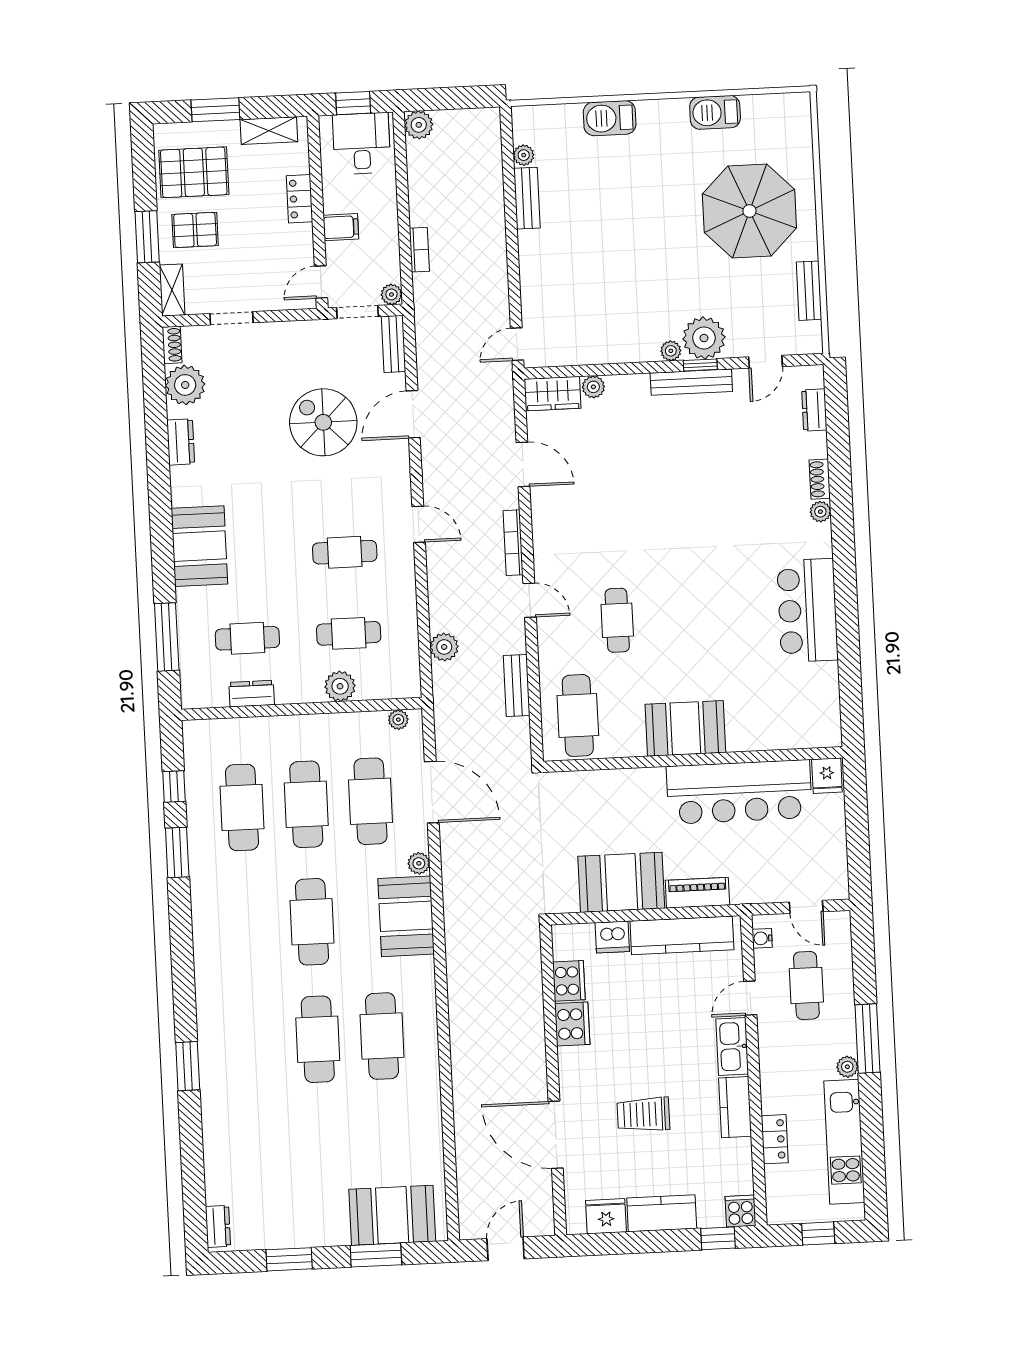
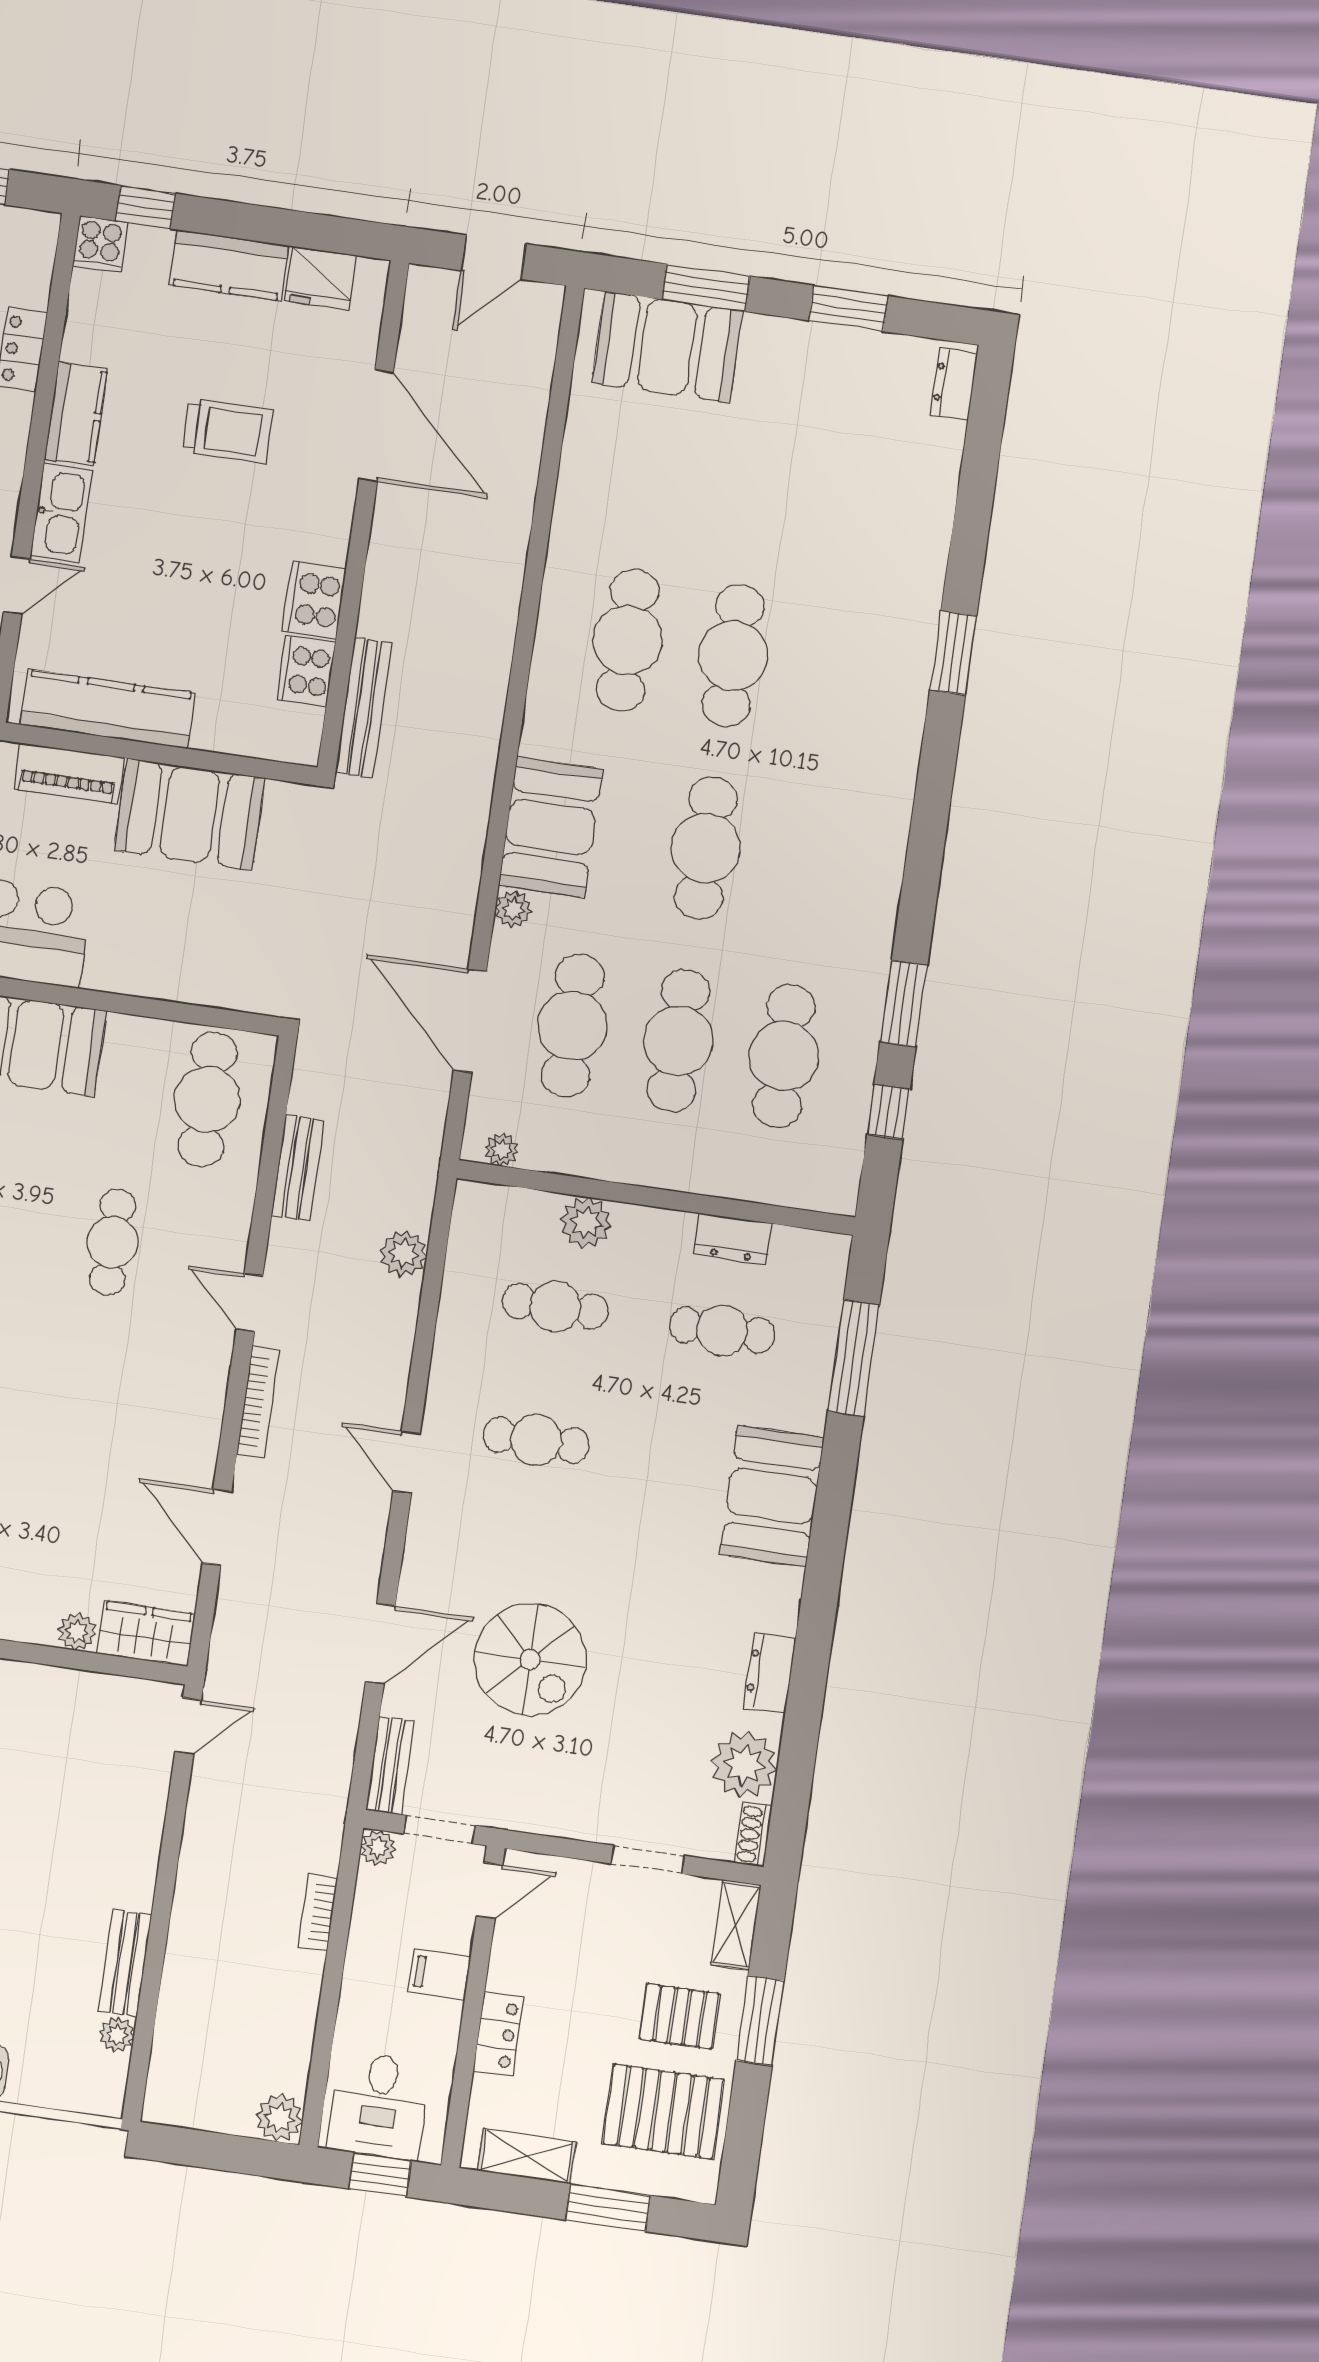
dishwasher: (612, 937) -> (222, 728), removed
bench: (531, 966) -> (364, 708), added

